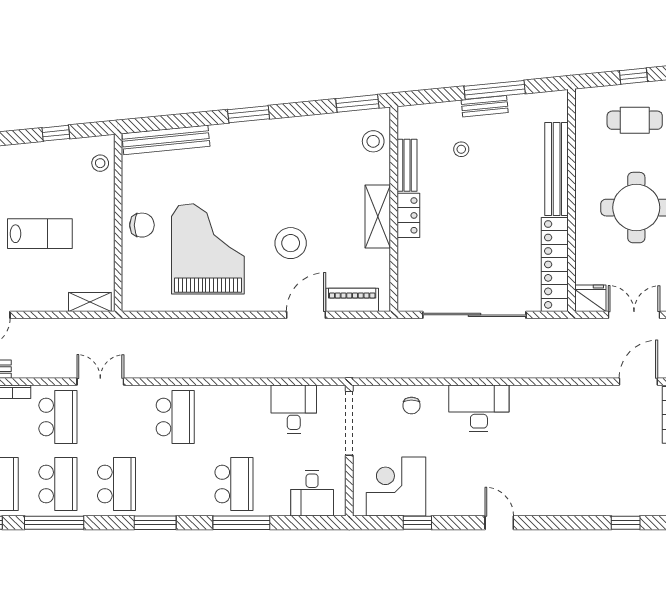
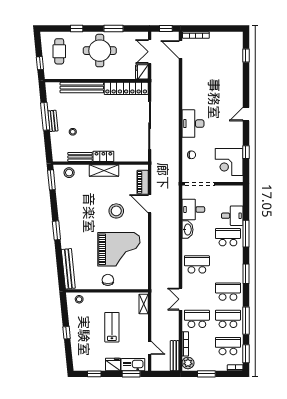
window: (634, 76) -> (40, 63), moved
window: (56, 133) -> (67, 333), moved
grand piano: (208, 249) -> (119, 249), turned 180
washbasin: (250, 397) -> (187, 230), added
desk: (312, 493) -> (232, 216), moved

